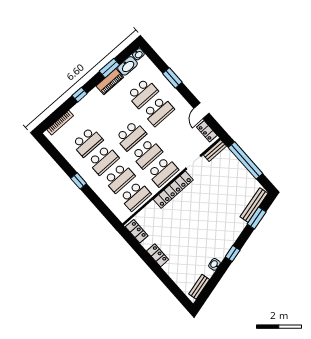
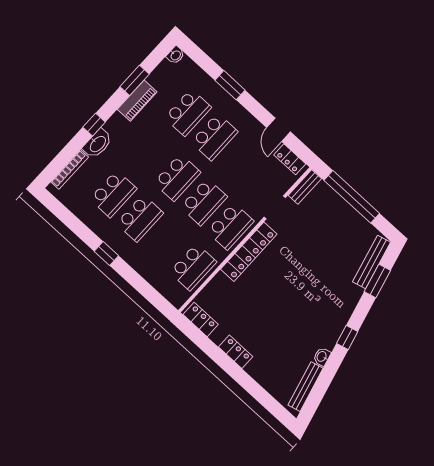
washbasin: (128, 66) -> (98, 144), moved
school desk: (119, 178) -> (166, 243), removed
bench: (199, 287) -> (306, 387), width x1.36

